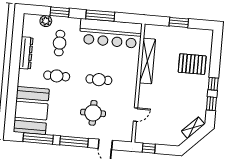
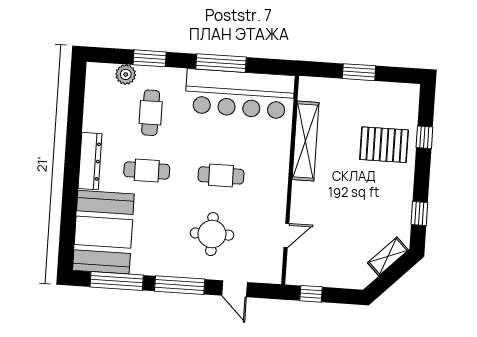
dresser: (26, 53) -> (90, 161), moved
window: (213, 84) -> (424, 137), moved

